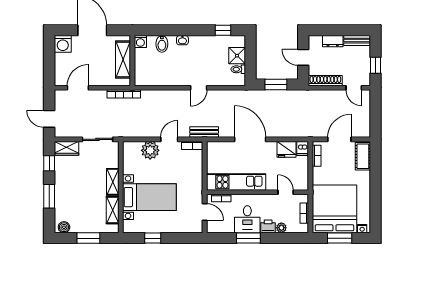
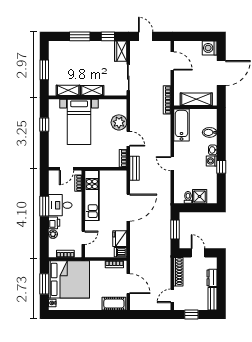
window: (223, 30) -> (221, 167), moved
washing machine: (140, 42) -> (212, 161), moved
door: (303, 57) -> (198, 253), hinge flipped
bathtub: (153, 77) -> (182, 125), added
door: (49, 119) -> (146, 36), hinge flipped
boiler: (64, 227) -> (53, 49), removed

